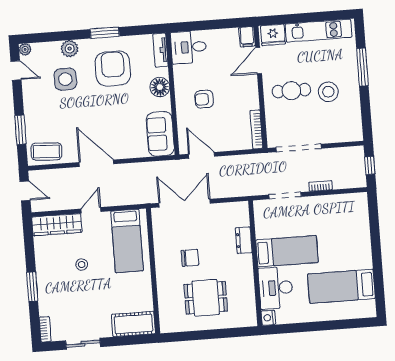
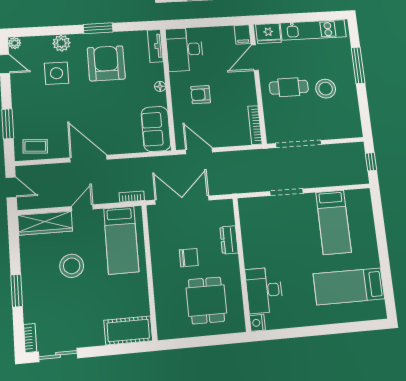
desk: (189, 47) -> (184, 49), width x1.37
floor lamp: (160, 87) -> (160, 86), width x0.53, depth x0.53
coffee table: (46, 151) -> (35, 146), width x0.73, depth x0.77
bookcase: (321, 186) -> (132, 197), moved
dresser: (244, 240) -> (229, 240), moved
bed: (287, 251) -> (333, 222), moved, turned 90
wall: (255, 263) -> (242, 264), moved
stool: (82, 264) -> (72, 266), width x1.89, depth x1.89
desk: (276, 288) -> (264, 290), moved
dining table: (206, 298) -> (206, 300), turned 90
nightstand: (268, 318) -> (257, 323), moved
sliding door: (83, 344) -> (58, 355), moved

